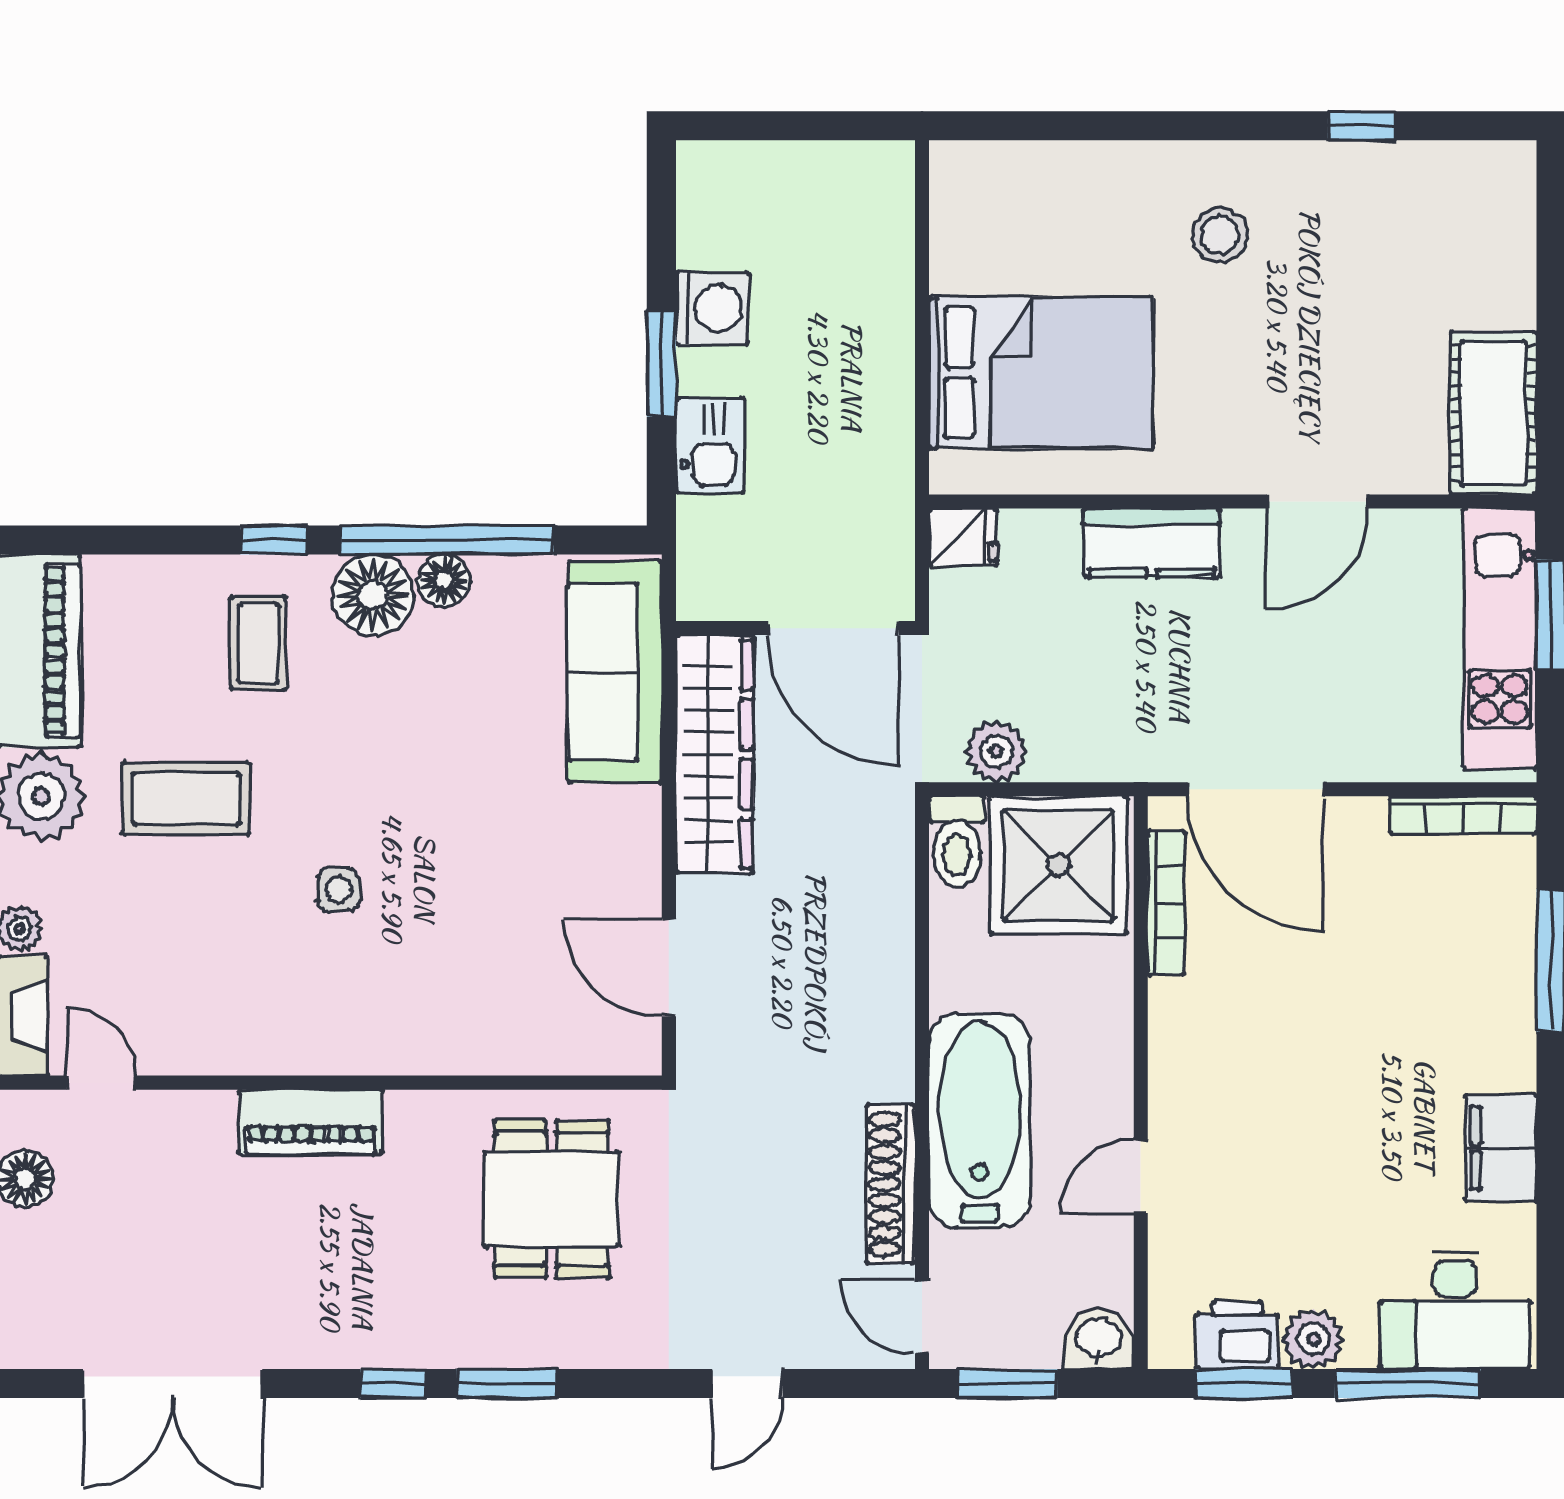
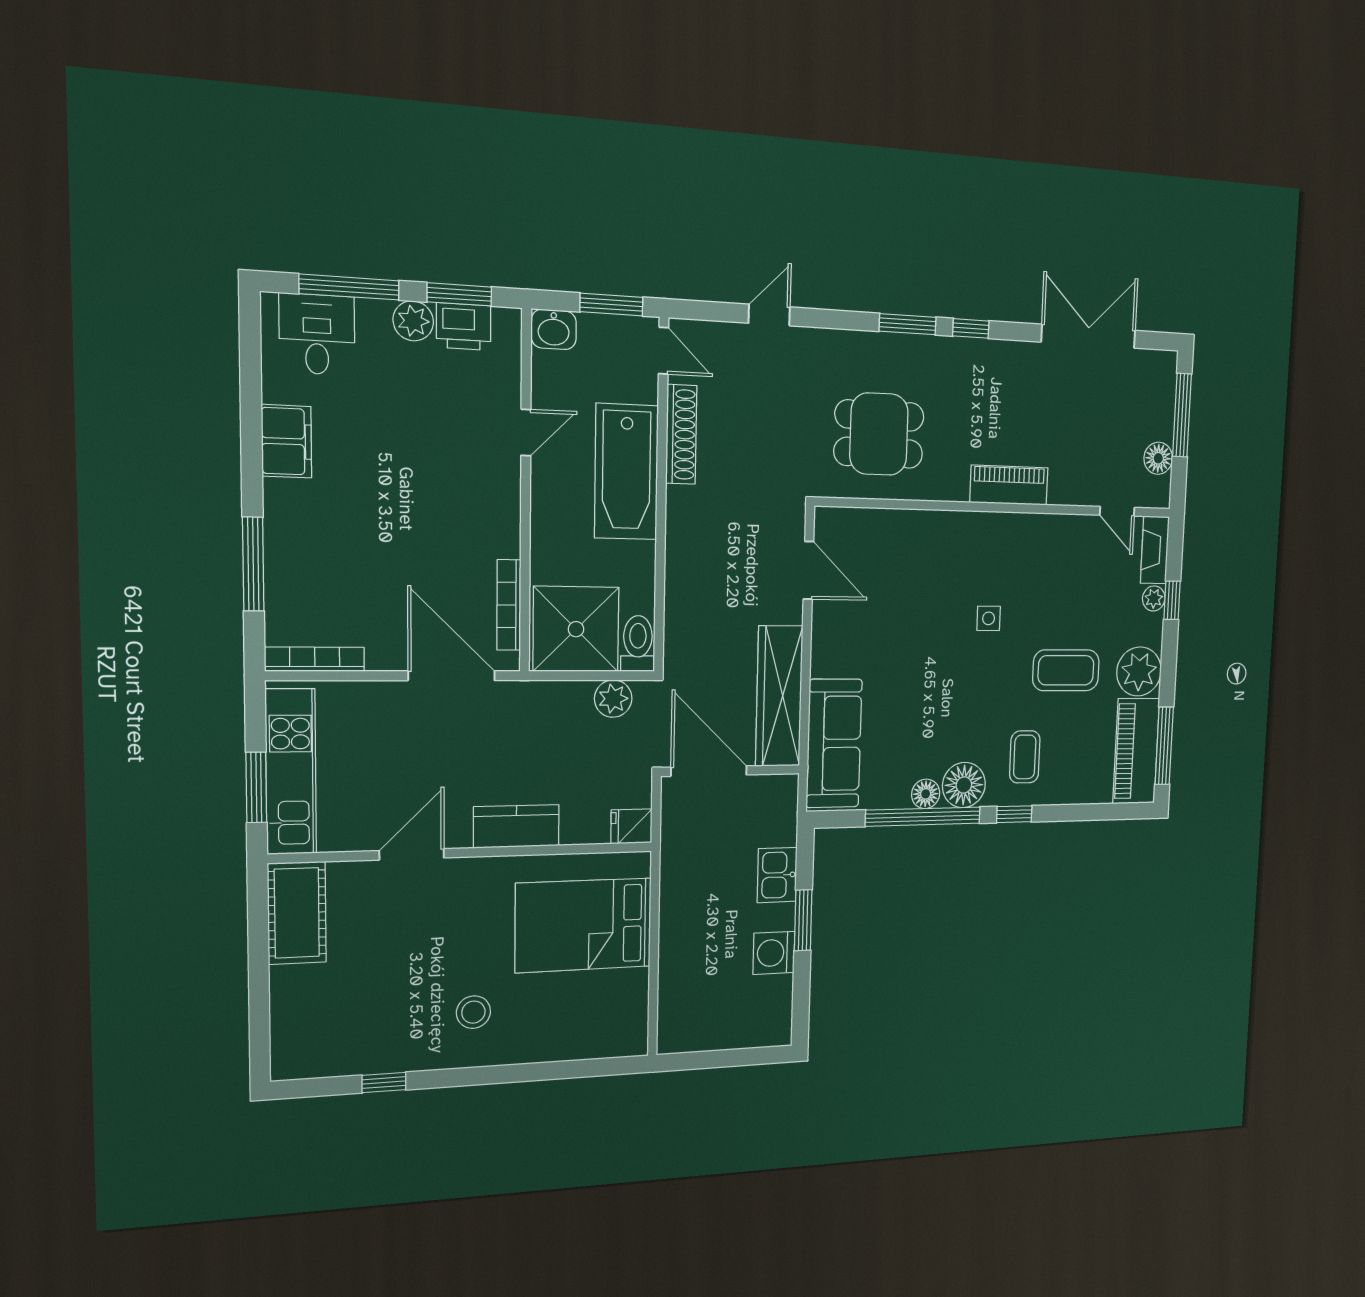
dining table: (551, 1199) -> (879, 434), turned 90
desk: (1455, 1310) -> (317, 334), width x0.73

